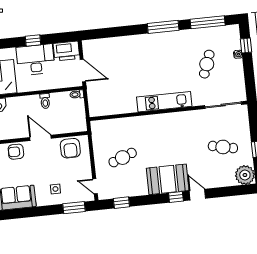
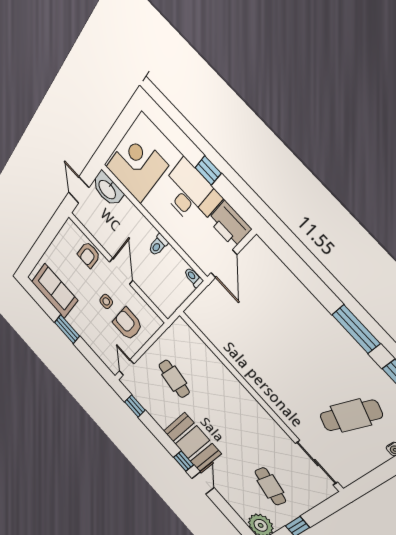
cafe table: (207, 64) -> (351, 416), width x1.37, depth x1.35
kitchen unit: (164, 102) -> (266, 389), removed
armchair: (70, 148) -> (128, 324), moved, turned 90
armchair: (16, 152) -> (89, 255), turned -90
cafe table: (123, 158) -> (174, 379), turned 30
side table: (55, 189) -> (106, 301), moved
window: (74, 208) -> (67, 329), moved

